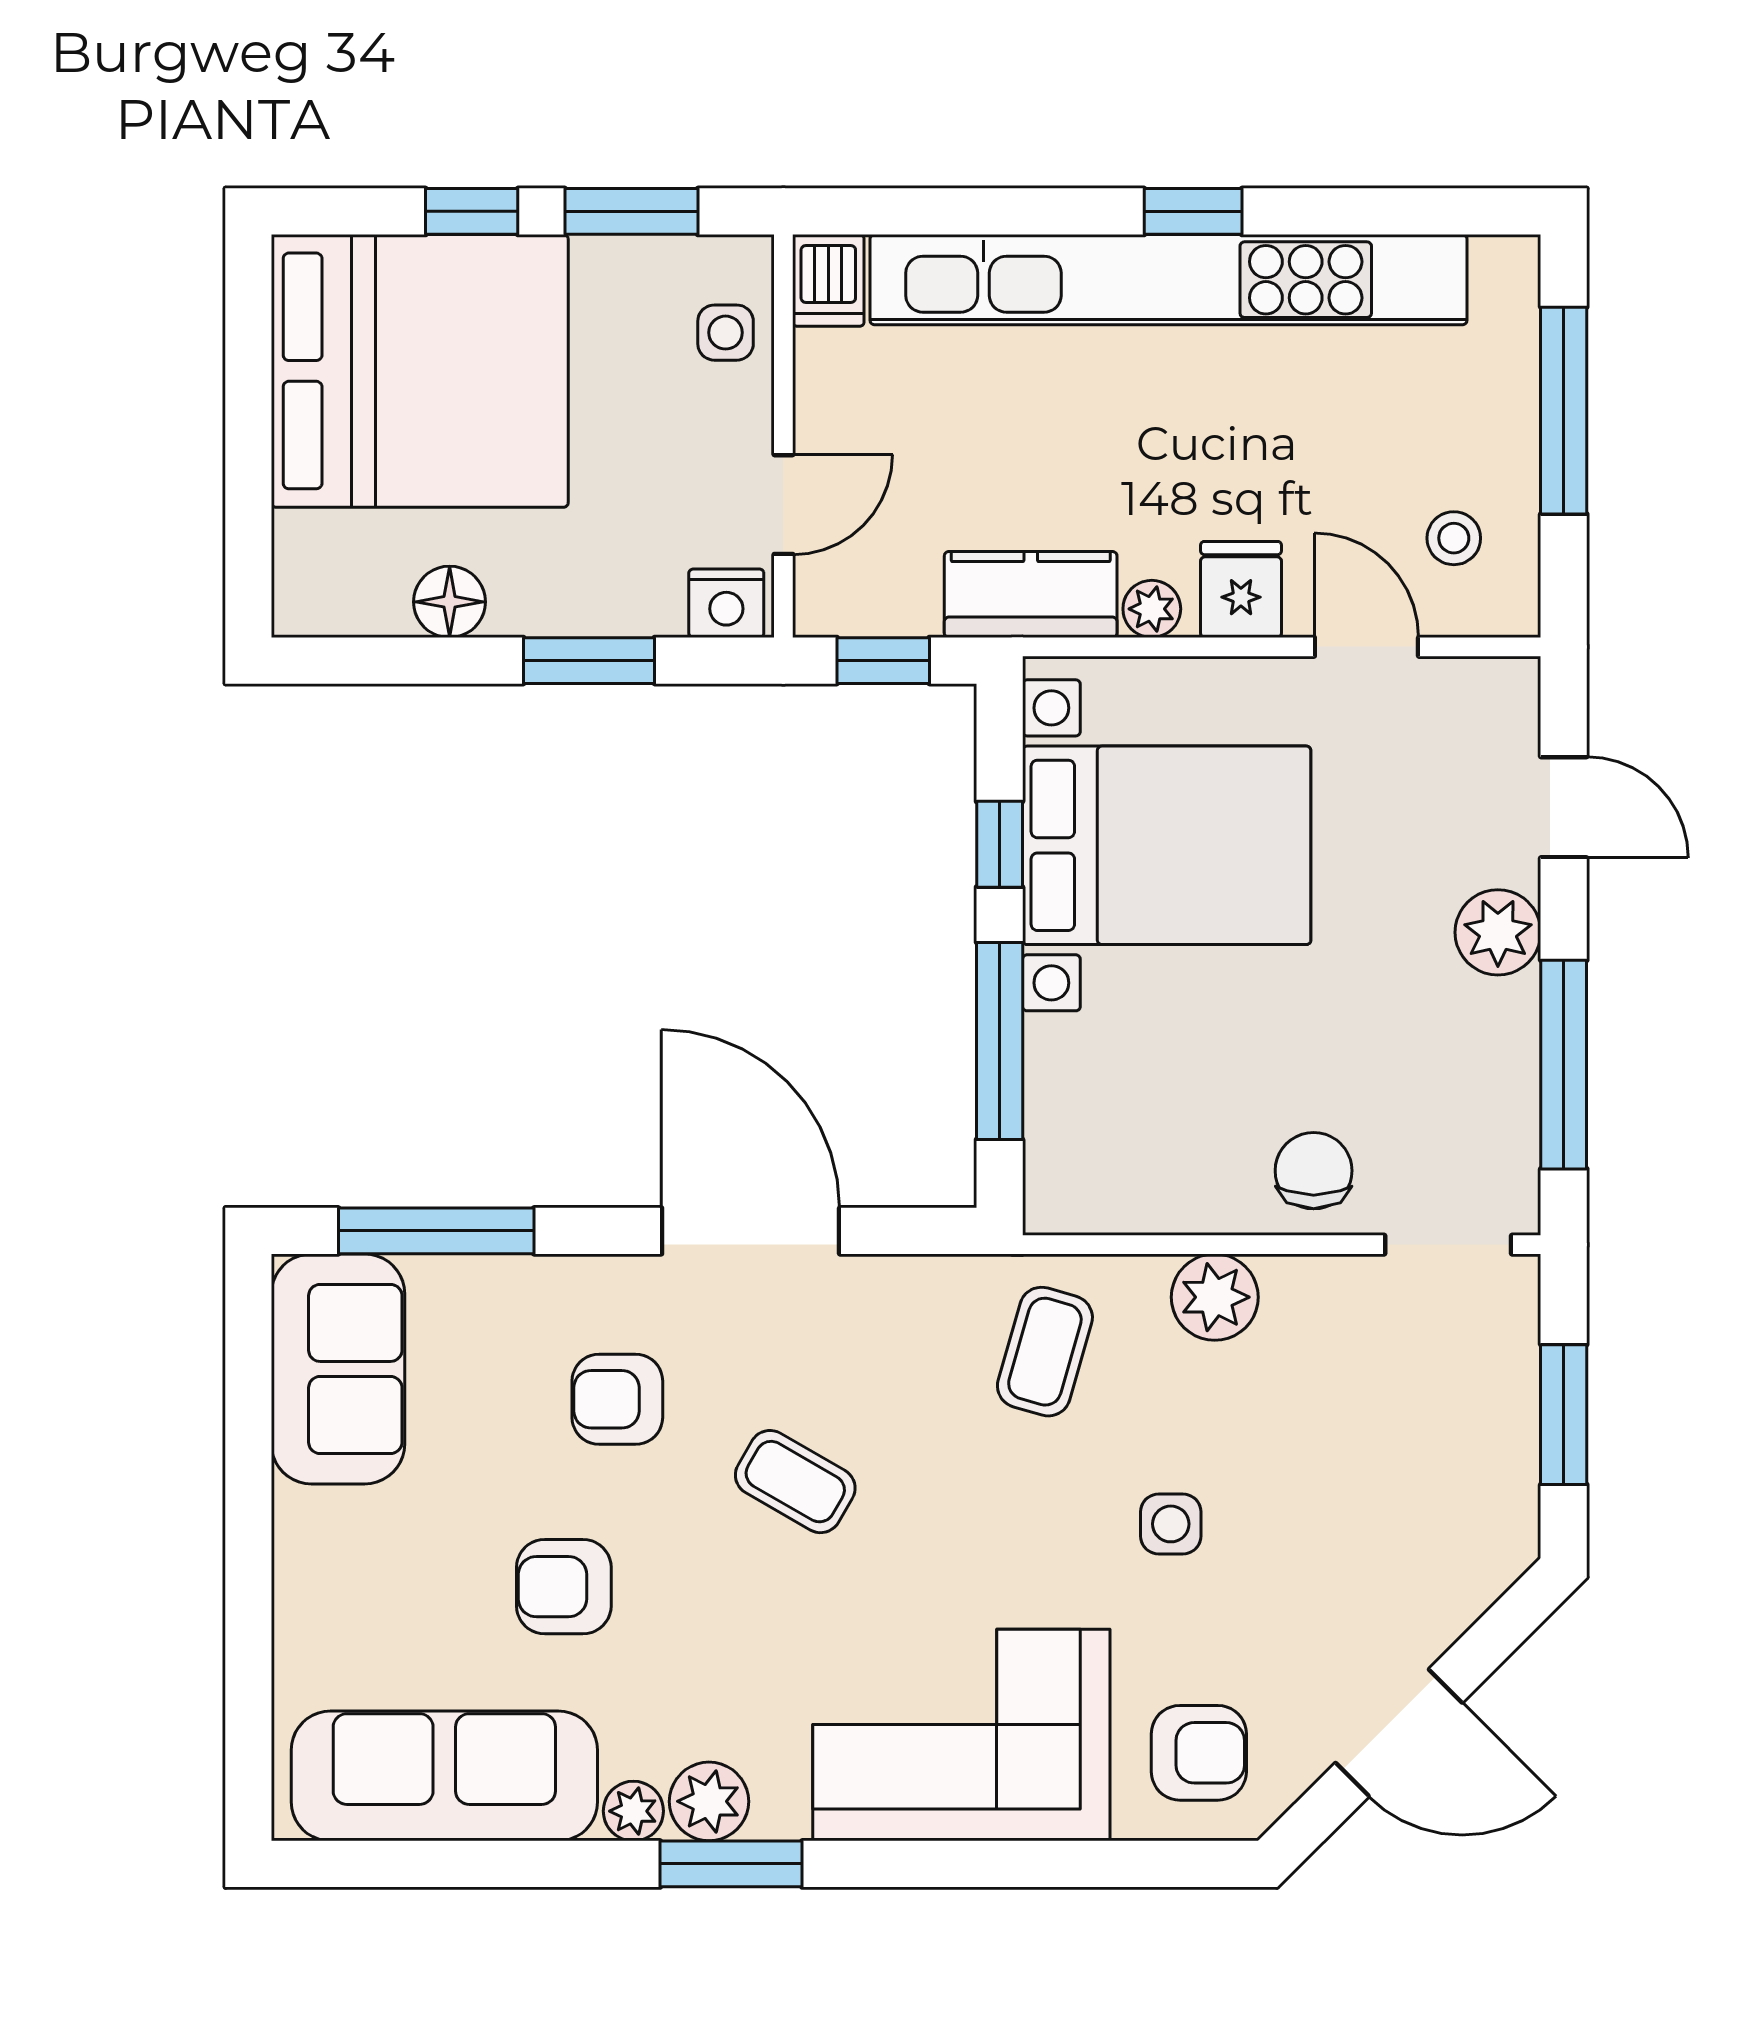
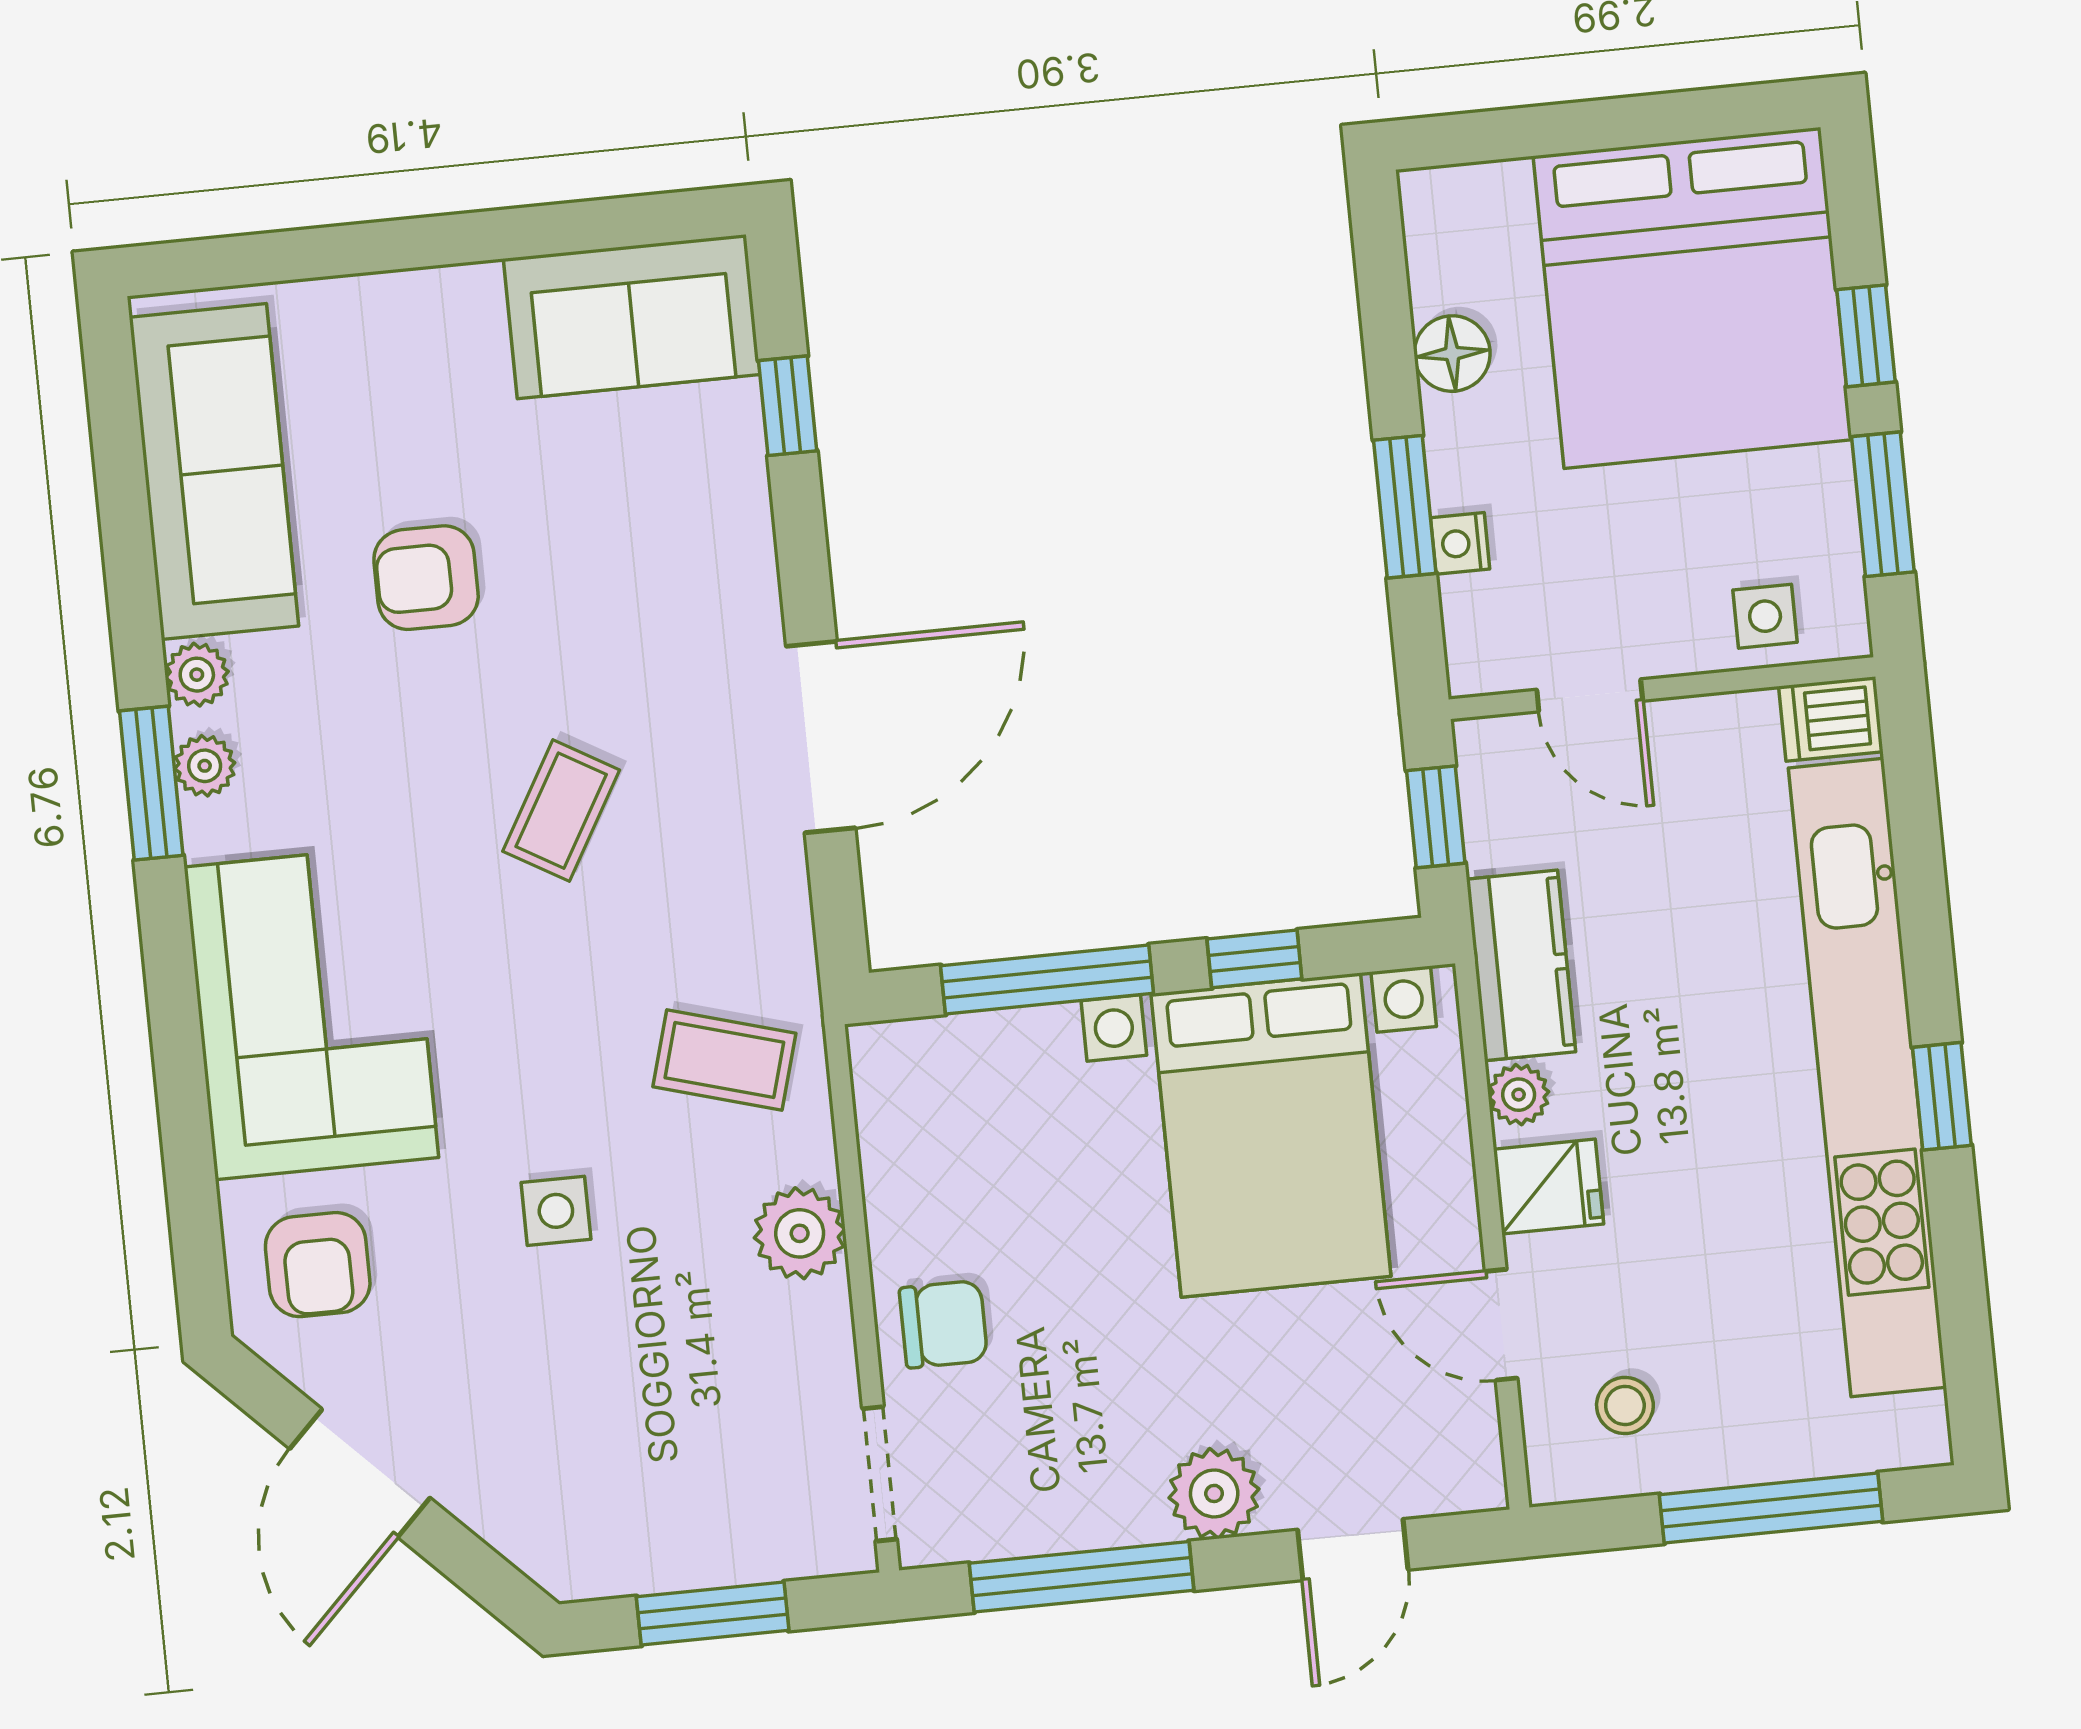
nightstand: (726, 603) -> (1460, 543), moved, width x0.72, depth x0.74
door: (1366, 647) -> (1501, 1325), swing flipped
window: (436, 1231) -> (788, 406), width x0.46
armchair: (617, 1399) -> (629, 614), removed
armchair: (564, 1587) -> (426, 578), turned -90
plant: (709, 1801) -> (205, 766), width x0.73, depth x0.73

